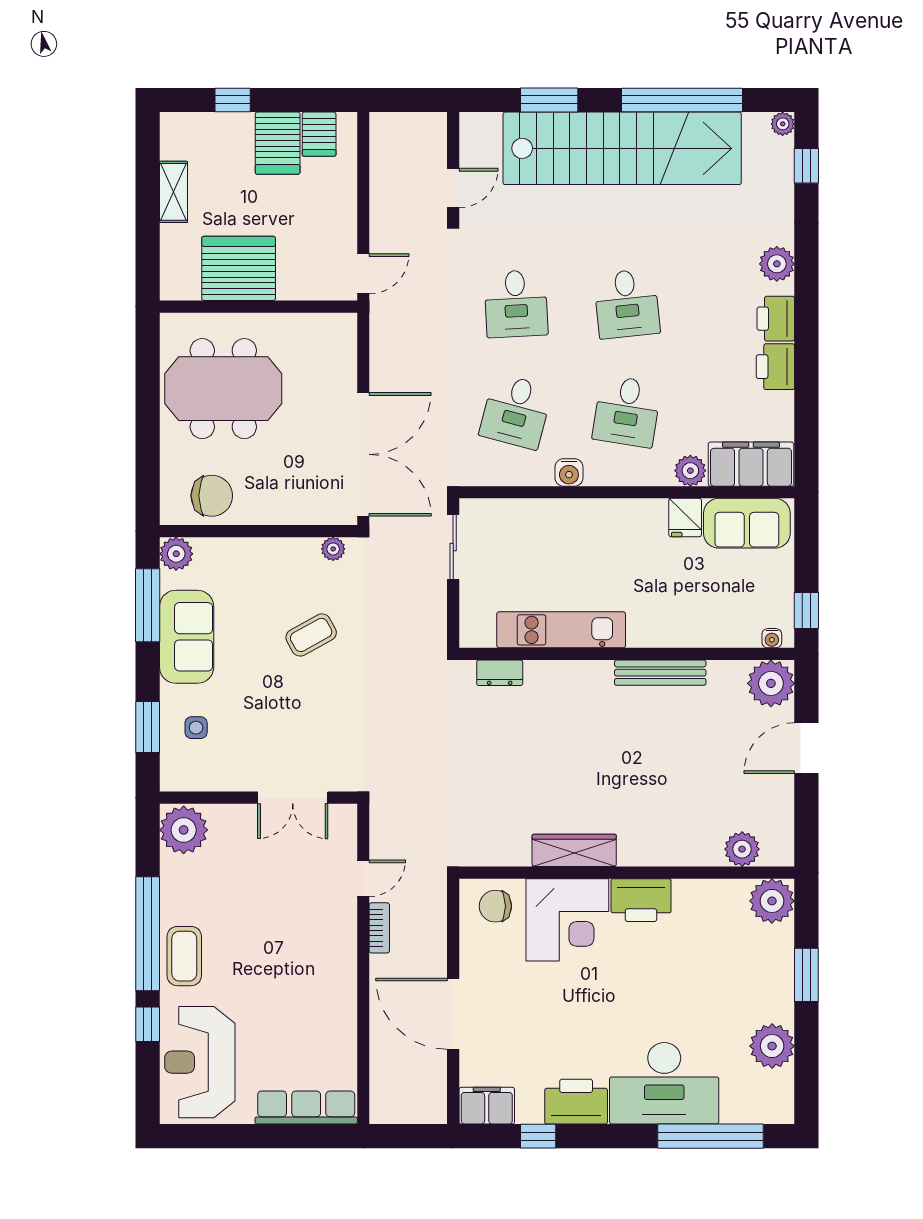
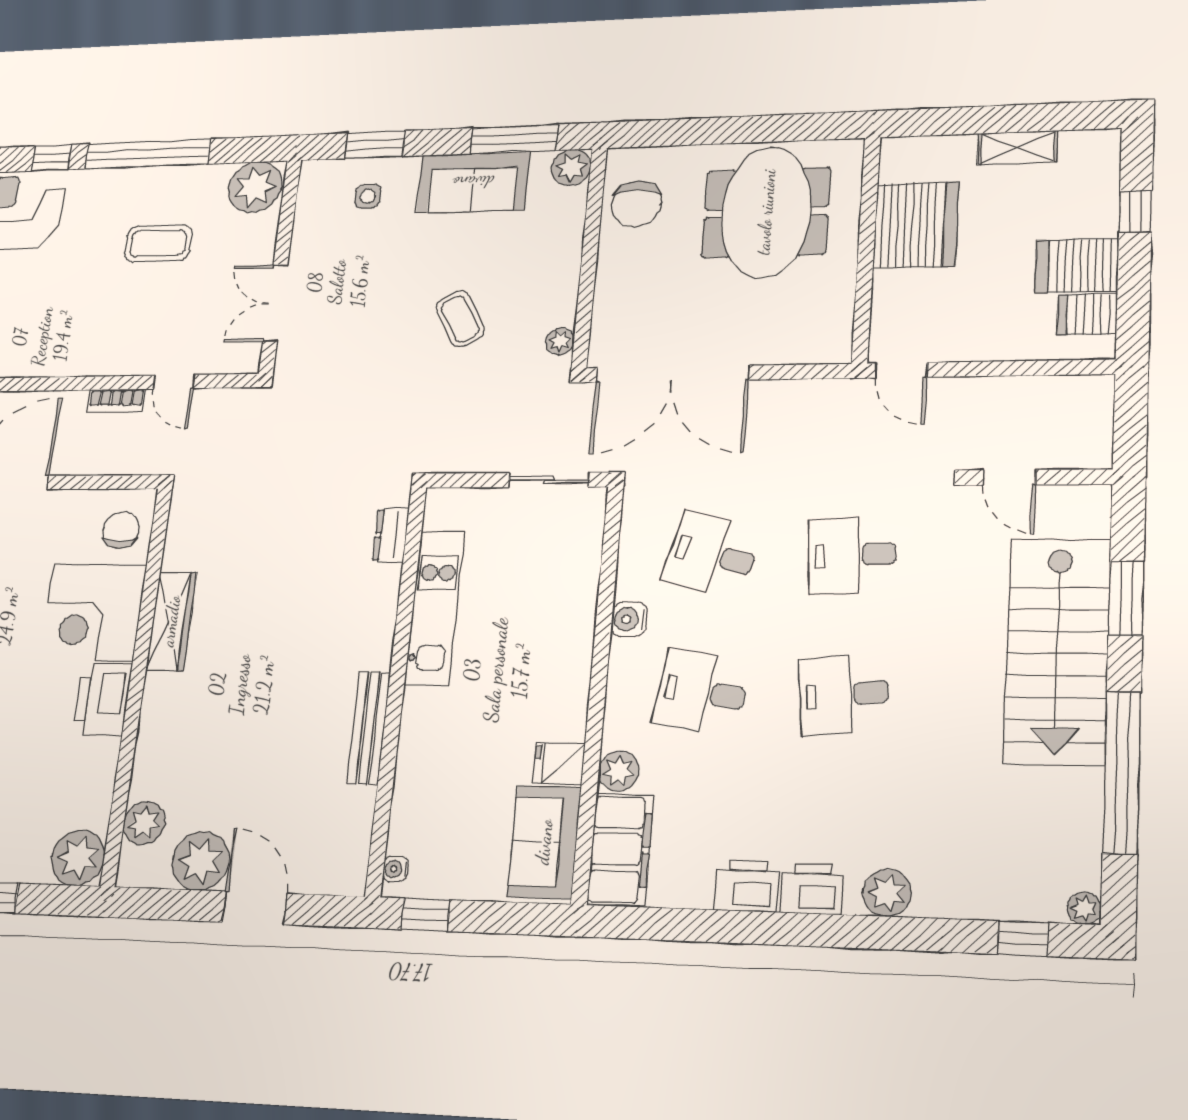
stairs: (622, 148) -> (1057, 651), width x0.73
plant: (771, 683) -> (201, 861), moved
coffee table: (184, 956) -> (158, 243), moved

